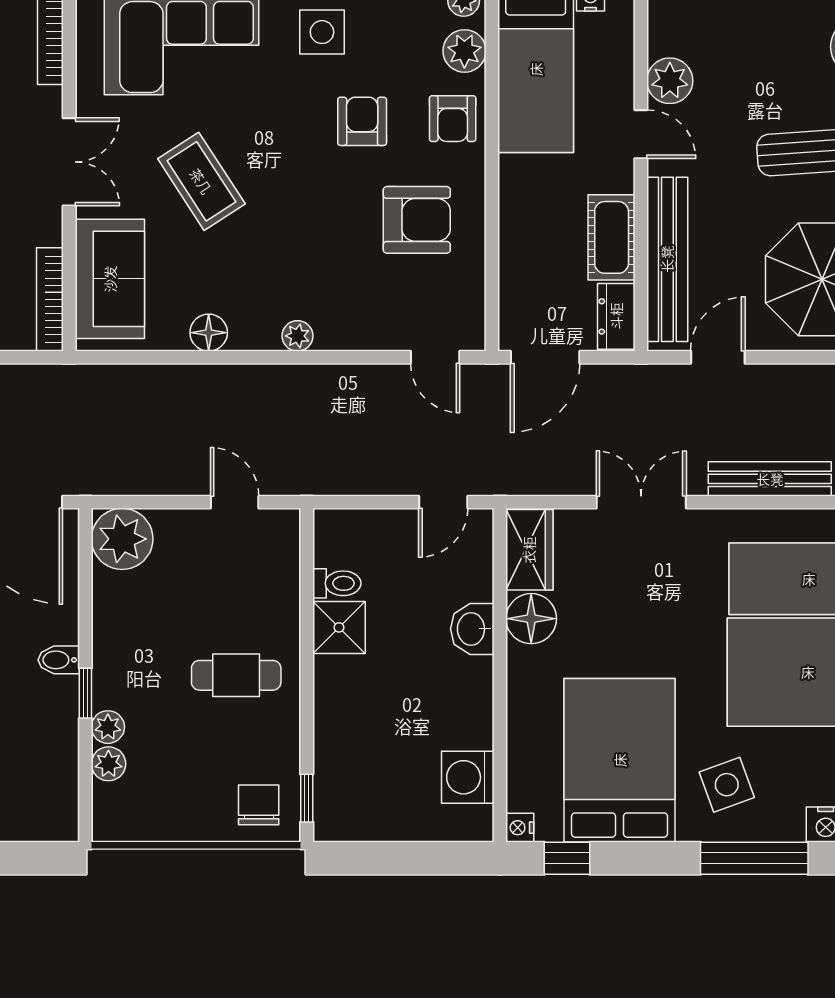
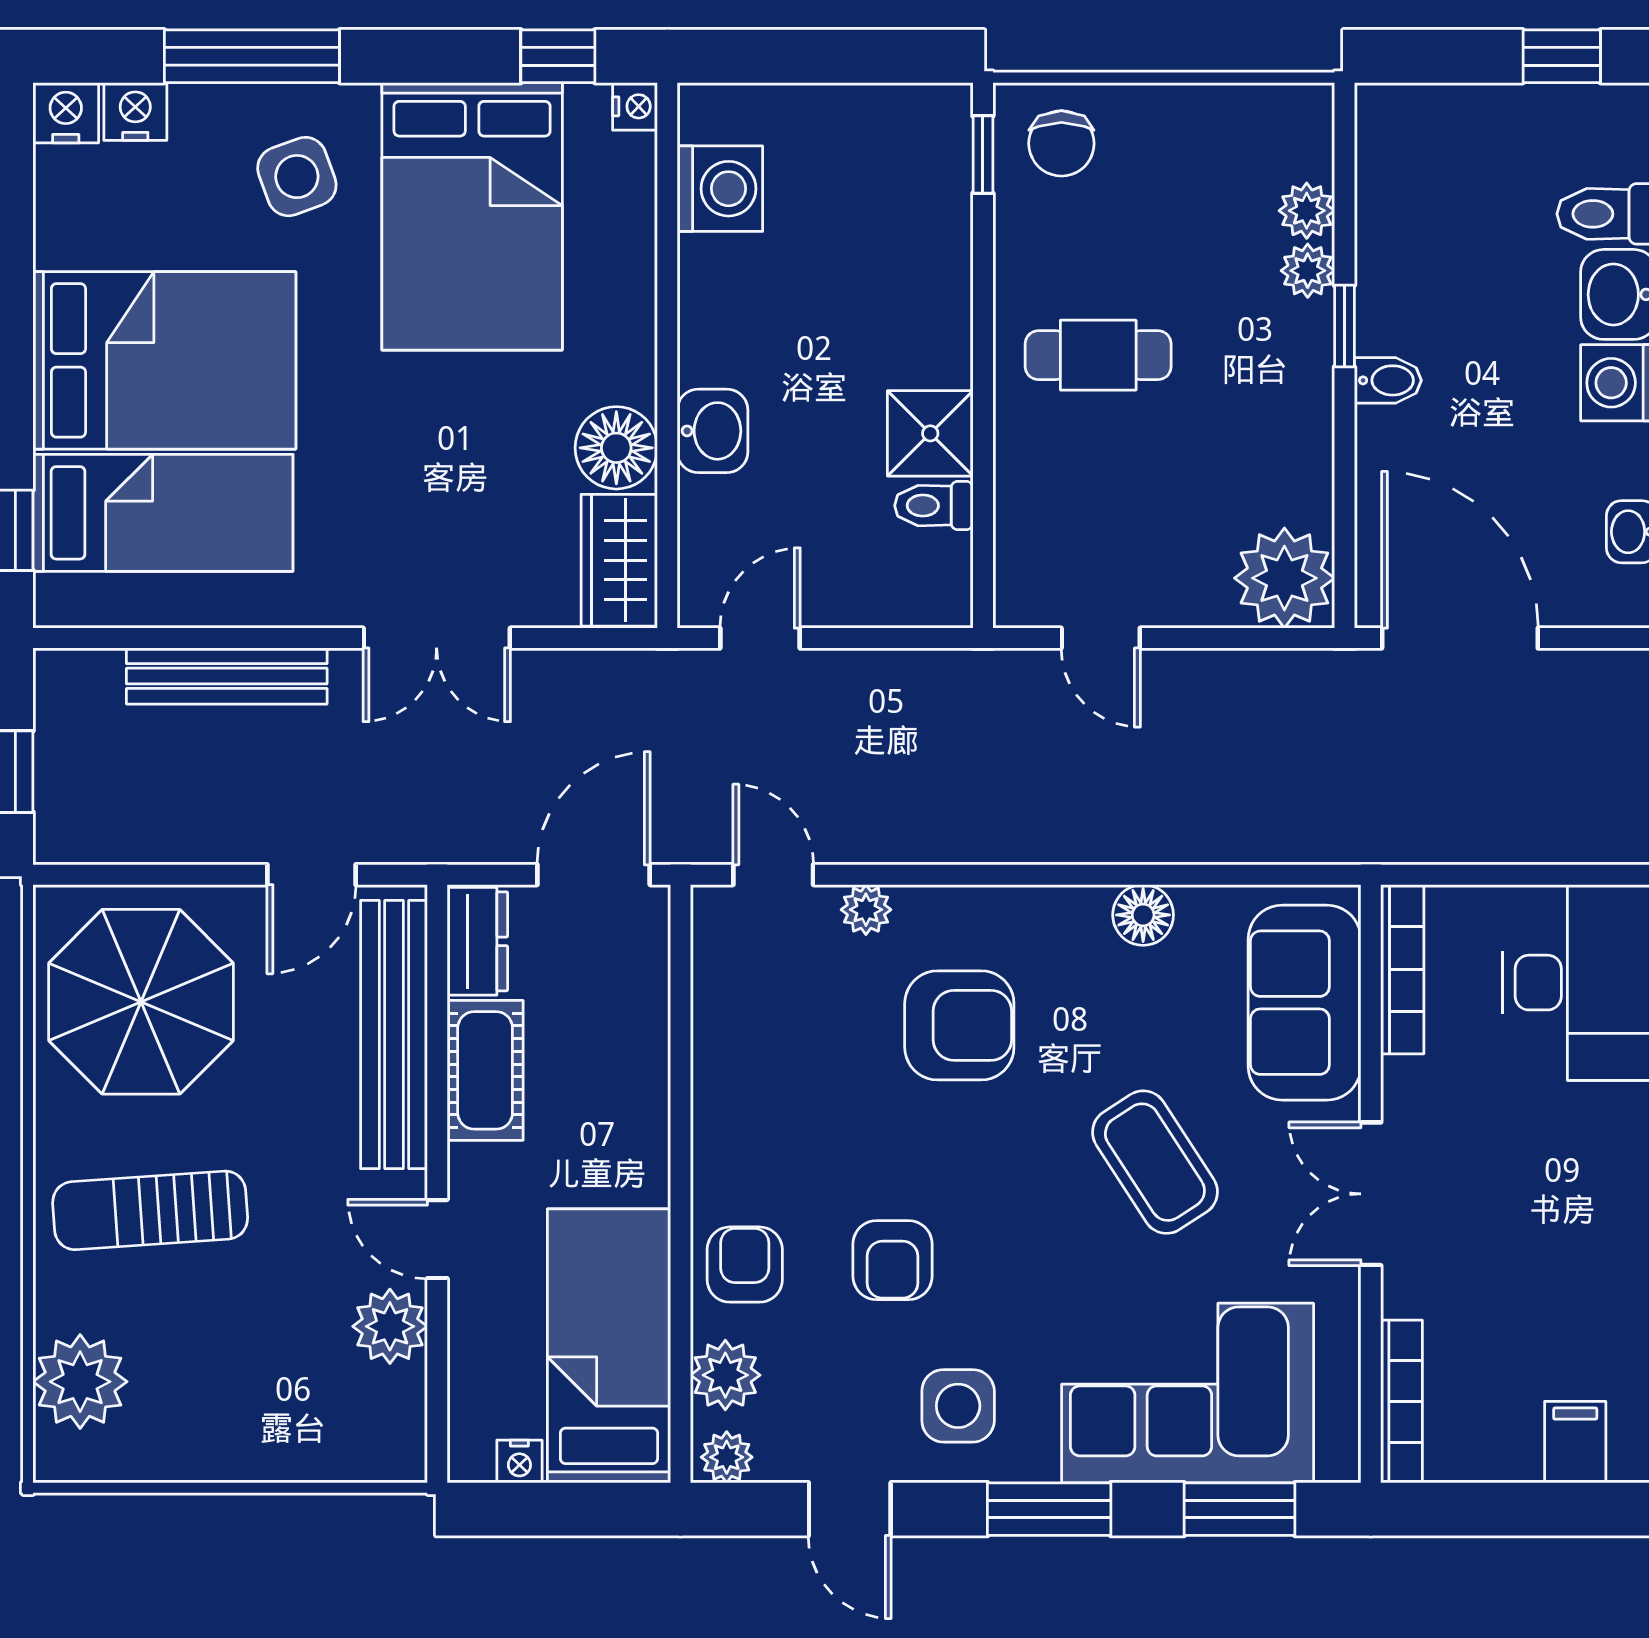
armchair: (417, 220) -> (959, 1025), moved, turned 180
plant: (297, 336) -> (866, 910), moved

